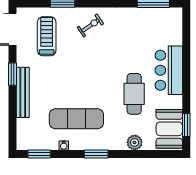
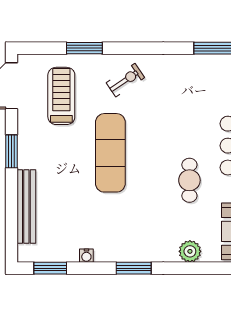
bench: (23, 92) -> (26, 207), moved
cafe table: (134, 94) -> (189, 180), width x0.73, depth x0.74
exercise mat: (76, 119) -> (110, 153), moved, turned 90

